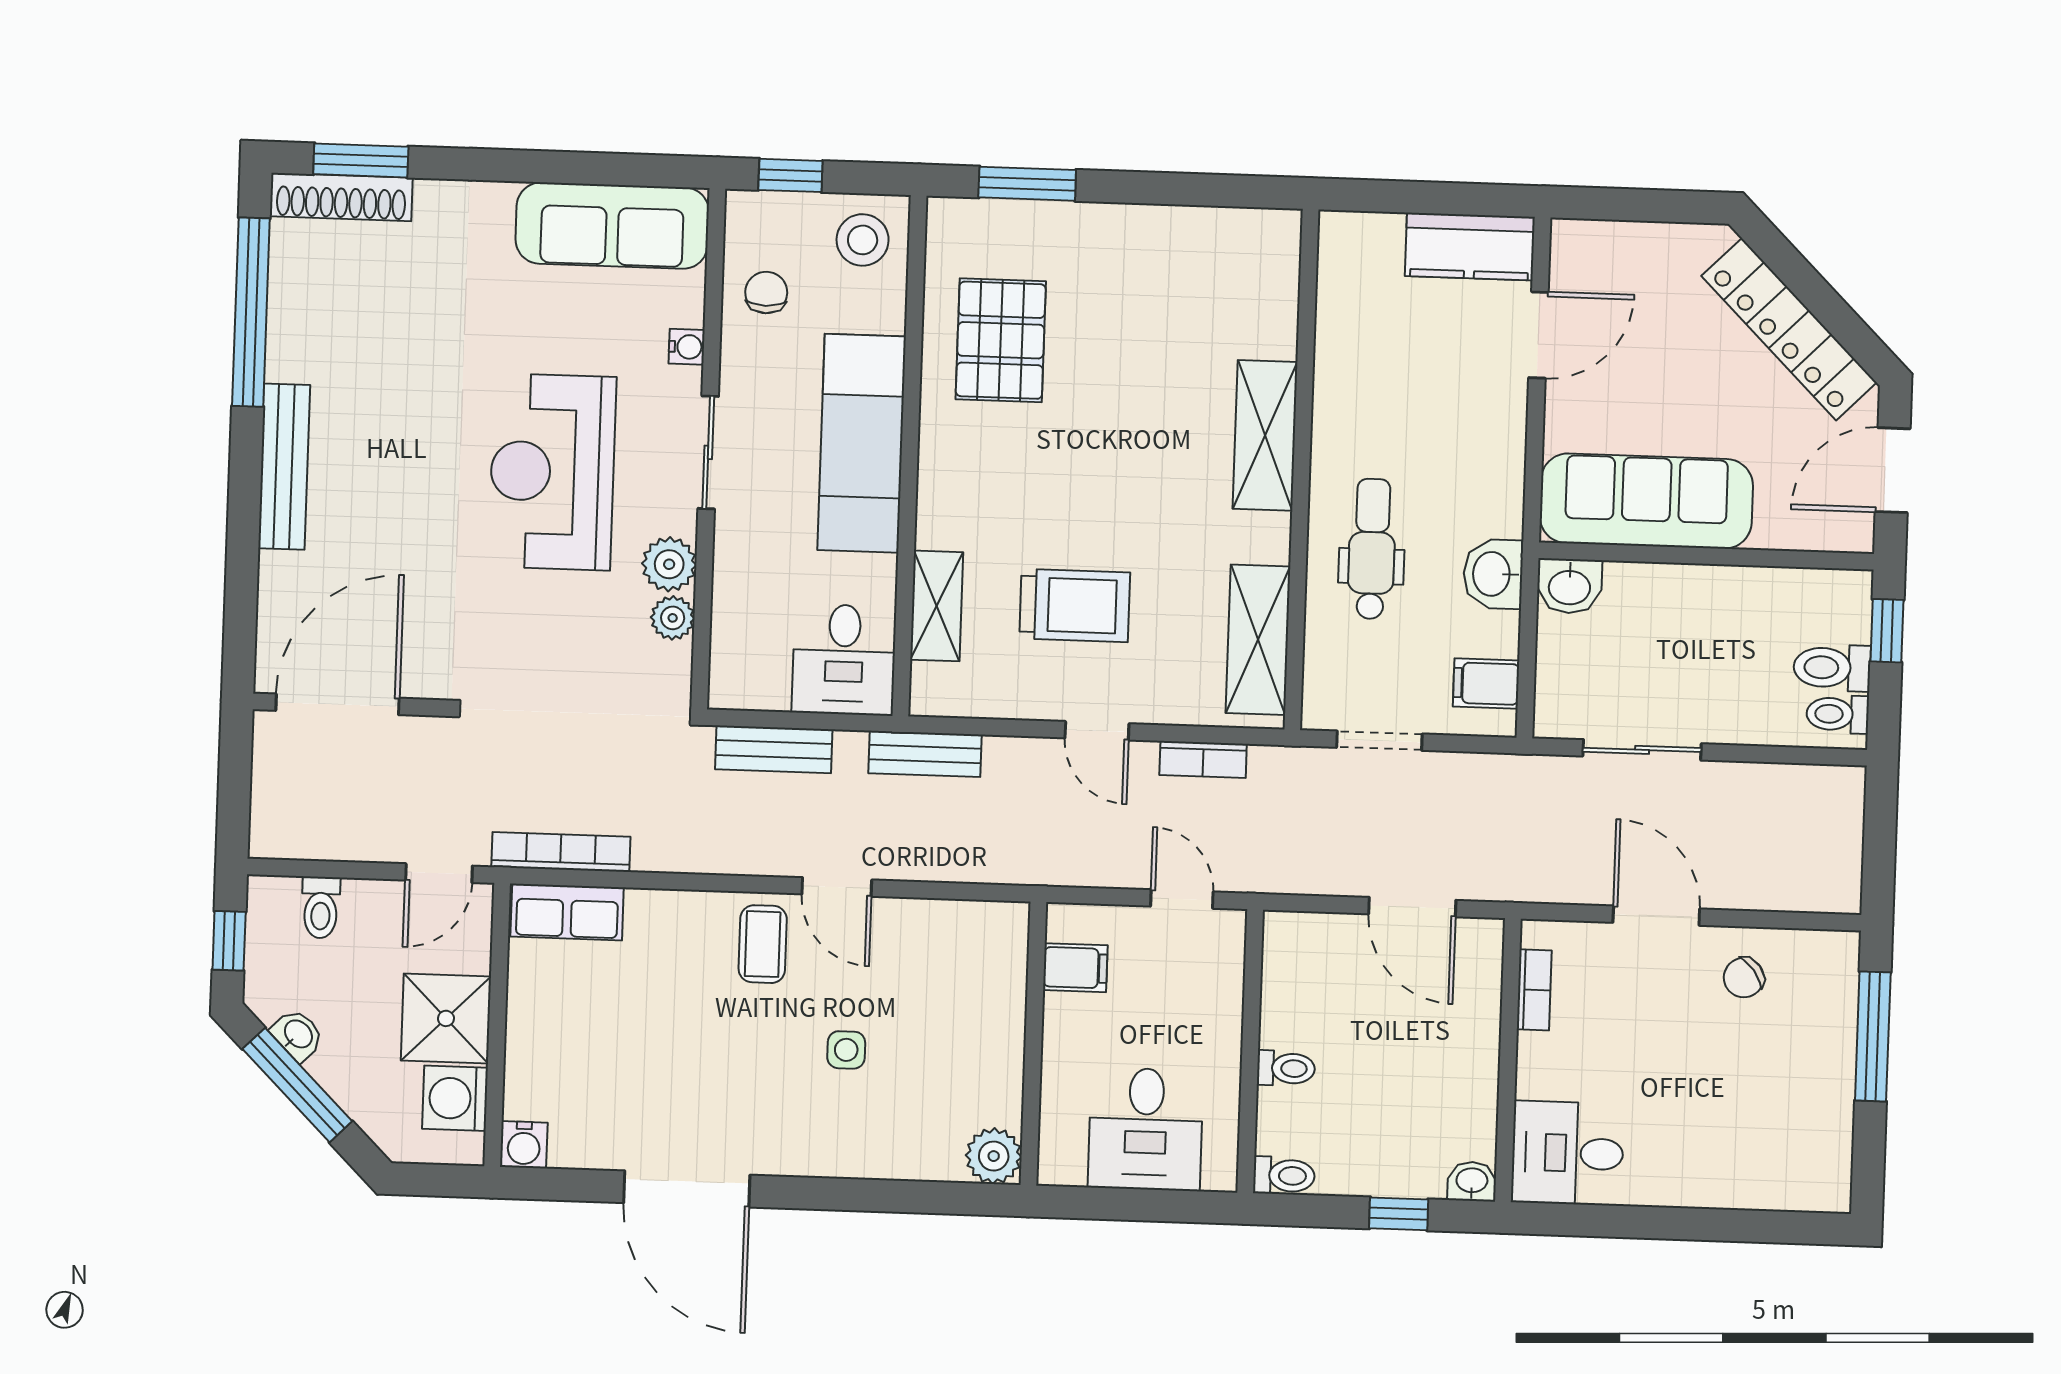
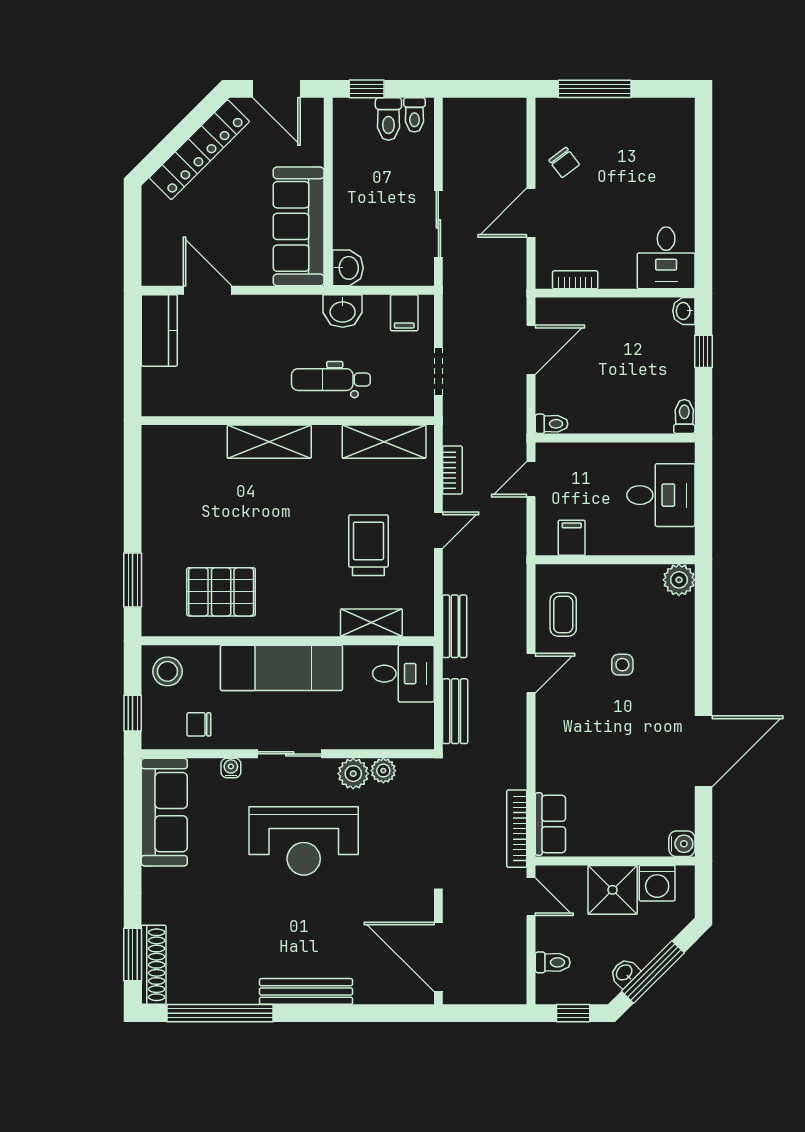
coffee table: (763, 944) -> (563, 614), moved, turned 90
toilet: (1286, 1068) -> (552, 424), moved, turned 90

